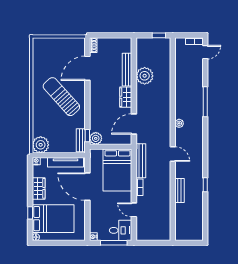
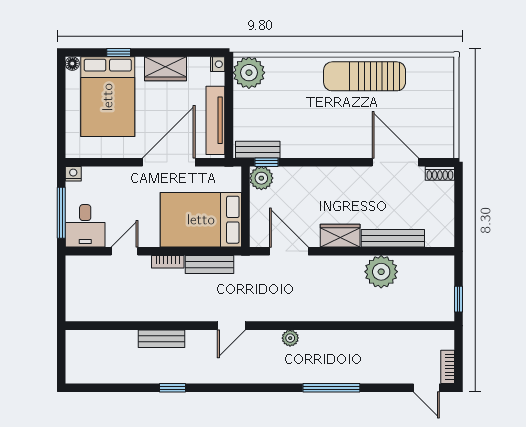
sun lounger: (61, 97) -> (365, 76), moved, turned -138
bench: (141, 161) -> (210, 265), width x0.73

